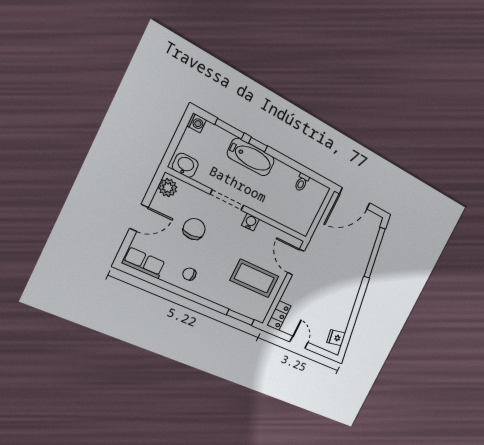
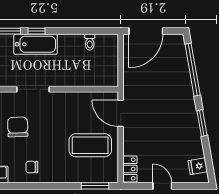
water cooler: (250, 222) -> (62, 98), removed
window: (358, 303) -> (202, 123), added

